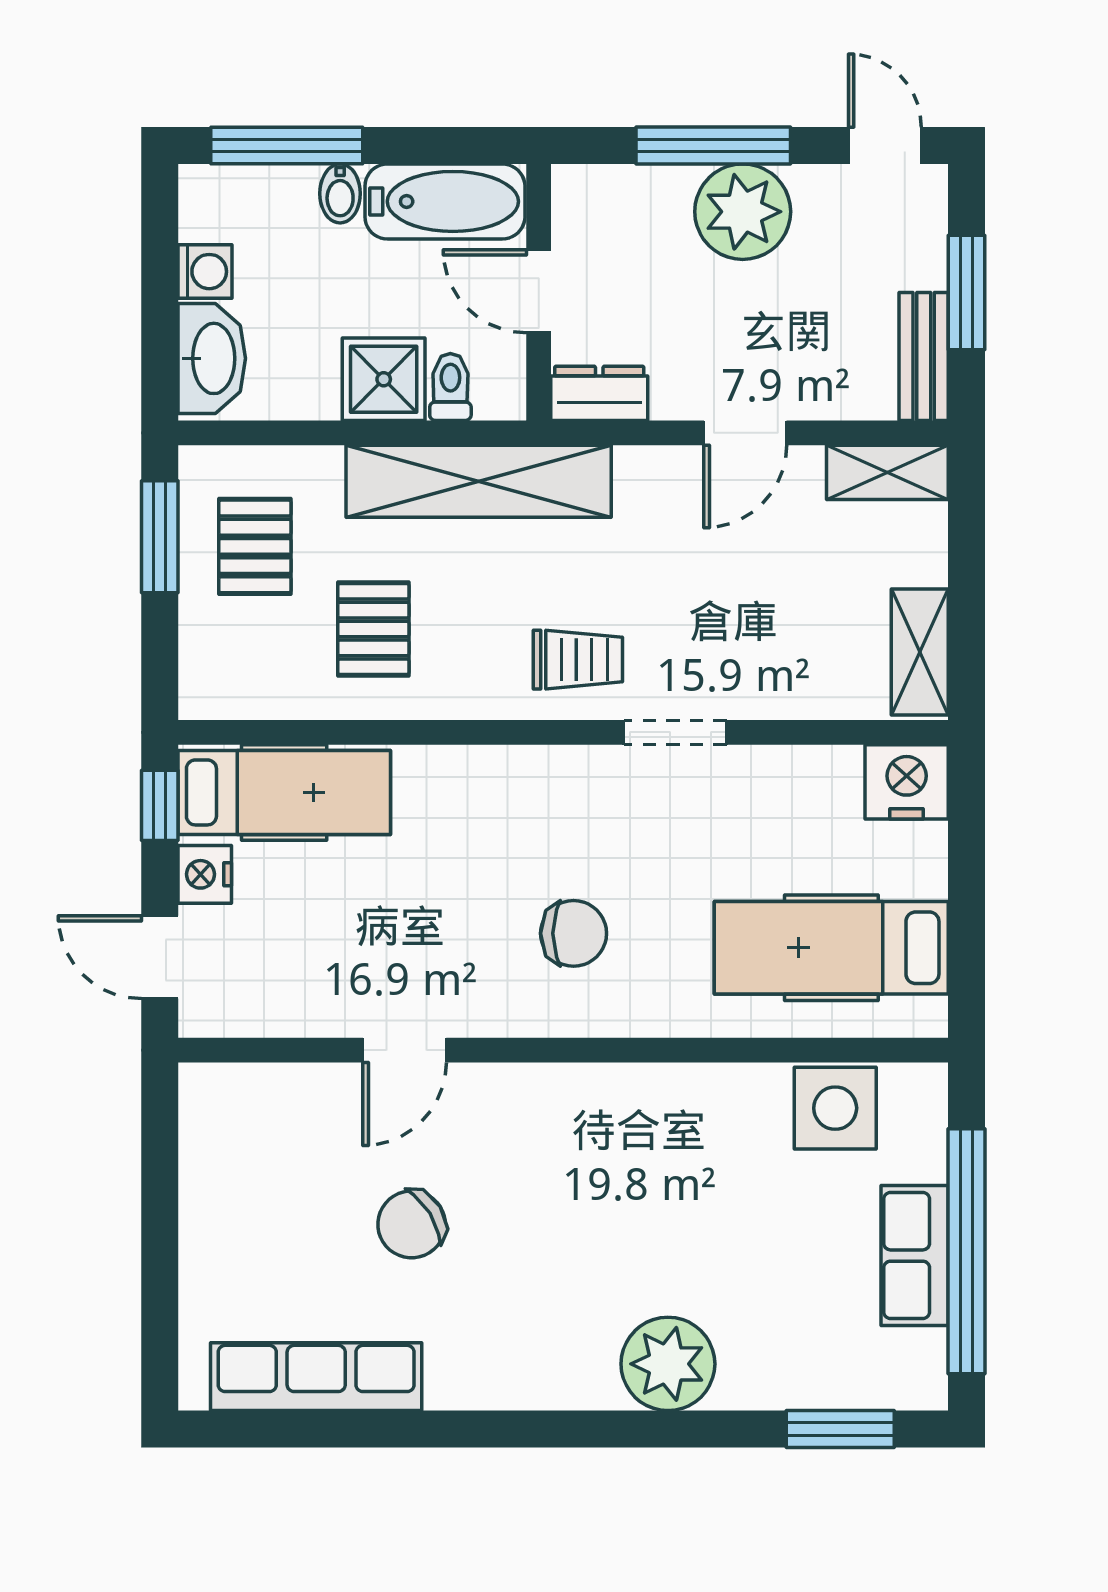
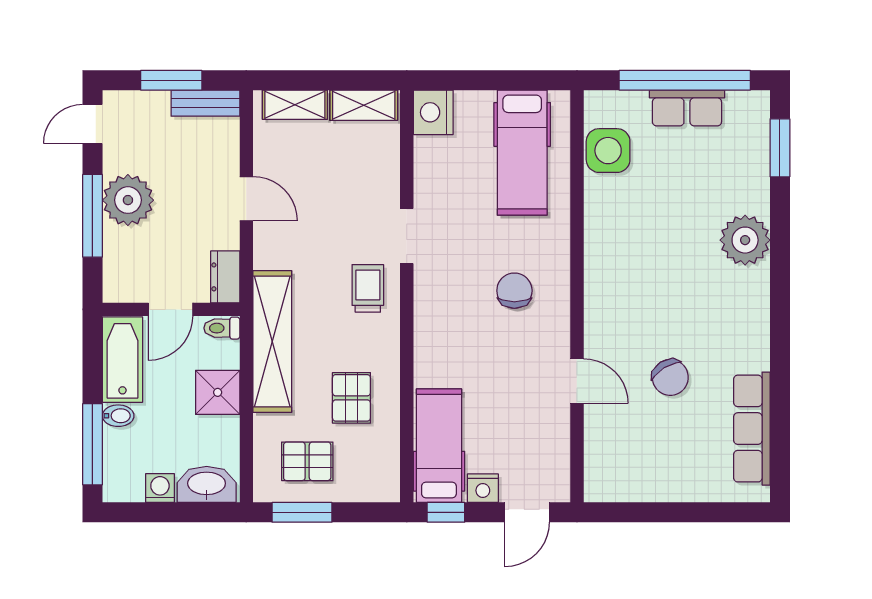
toilet: (450, 387) -> (222, 328), moved
shelving: (887, 472) -> (295, 105), moved, turned 90
pallet: (373, 629) -> (351, 398), turned 90

